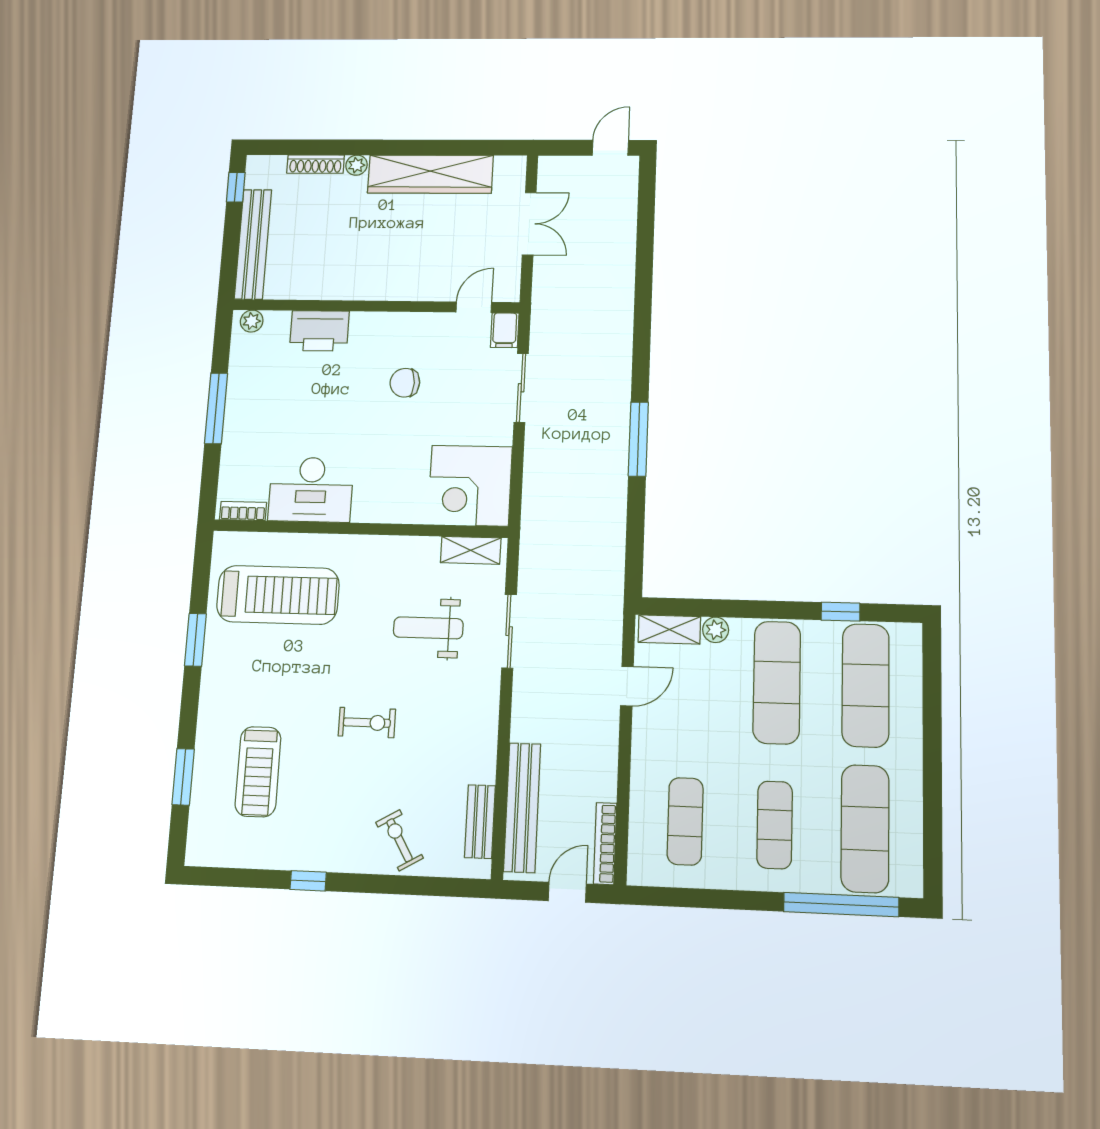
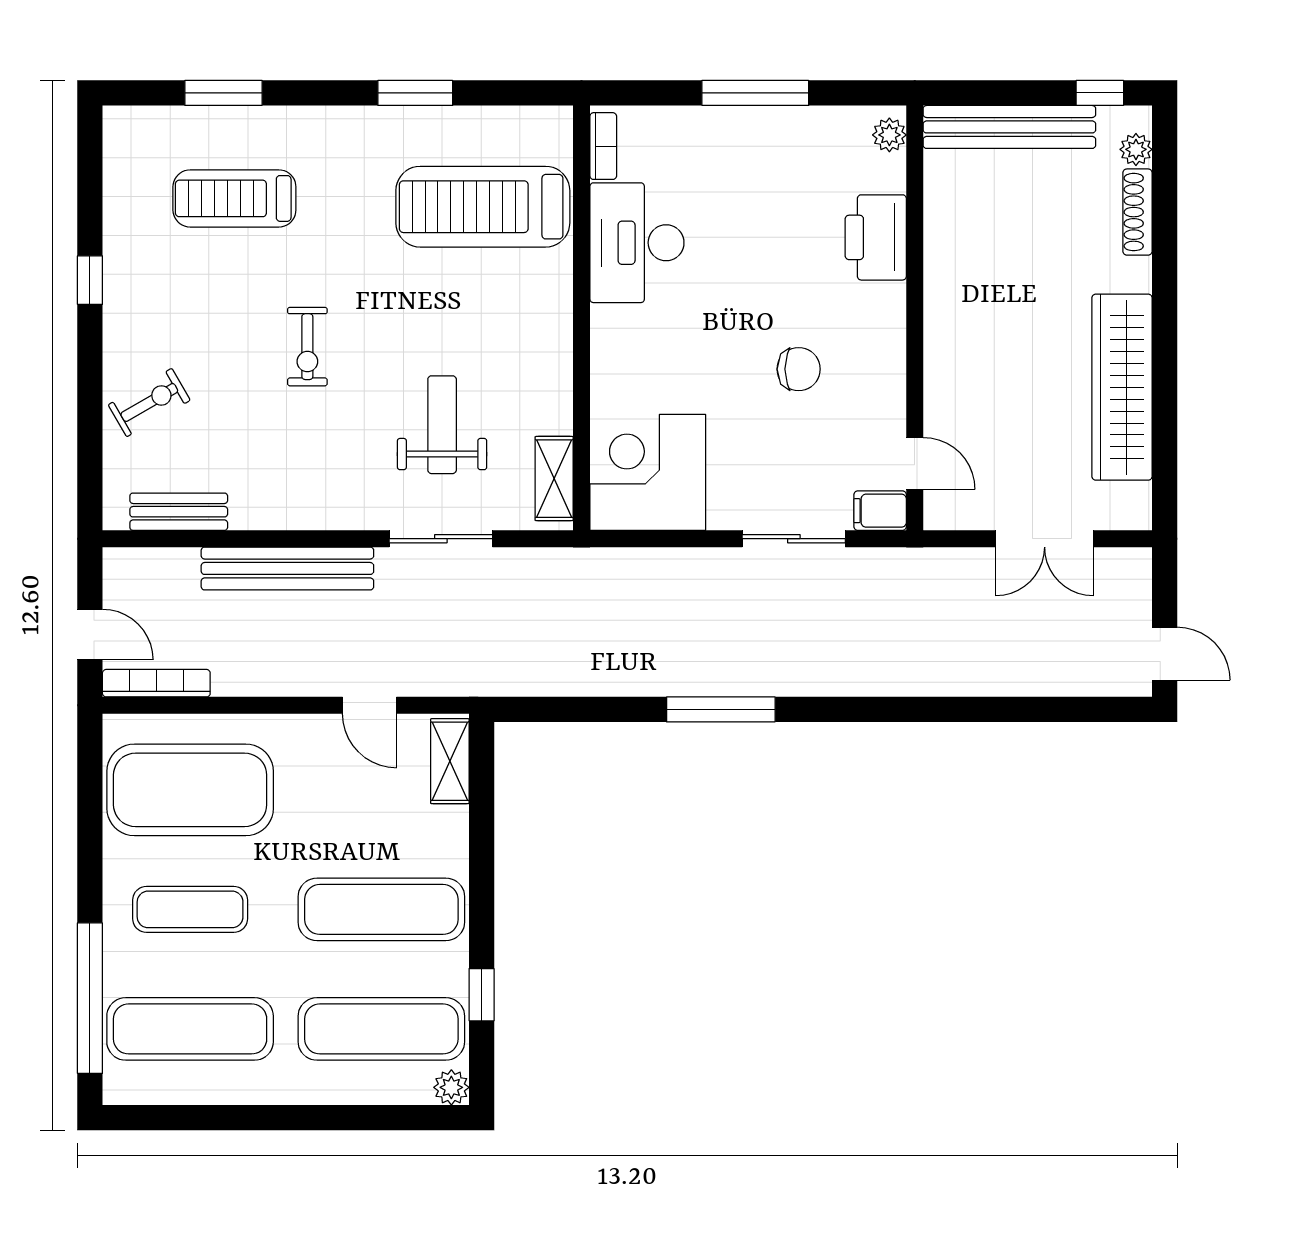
plant: (356, 165) -> (1136, 149), moved
chair: (405, 383) -> (799, 369), turned 90
treadmill: (278, 595) -> (483, 207), turned 90
plant: (716, 630) -> (451, 1087), moved
bench: (522, 807) -> (287, 568), moved
exercise mat: (685, 821) -> (190, 790), width x2.00, depth x1.45

